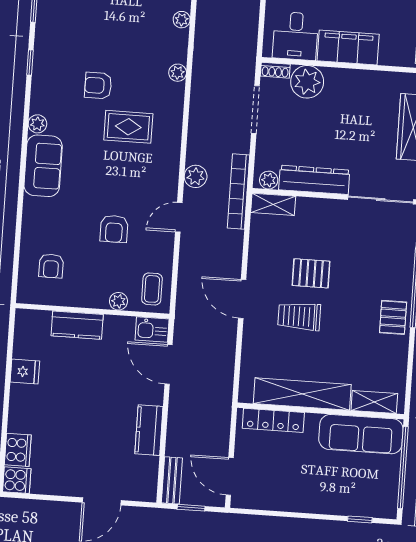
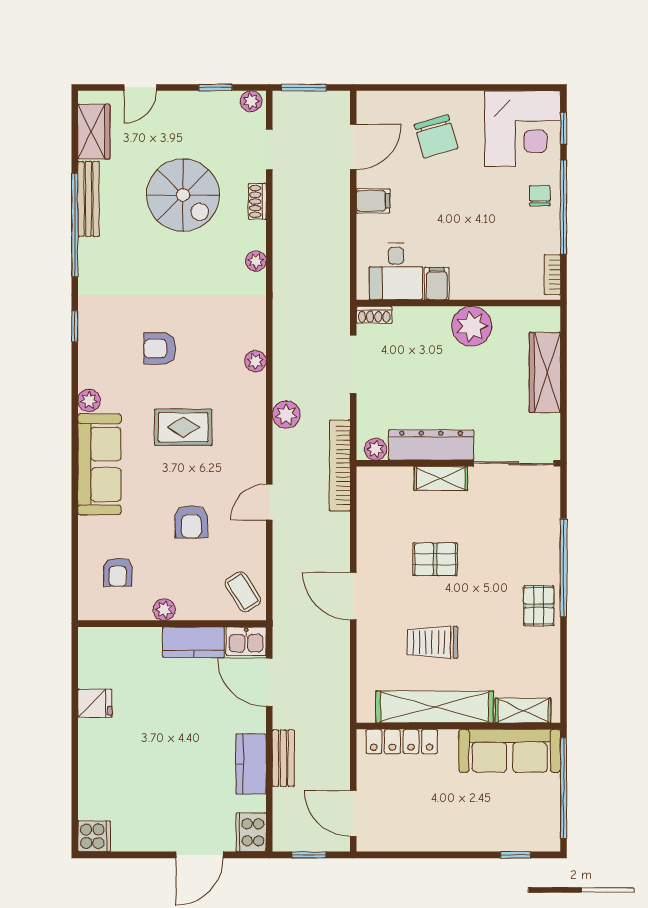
filing cabinet: (348, 48) -> (437, 284), width x0.33, depth x0.86
plant: (178, 73) -> (255, 361), moved
plant: (307, 82) -> (472, 326), moved
rug: (128, 127) -> (183, 427), moved
sofa: (43, 166) -> (99, 464), width x1.36
plant: (196, 176) -> (286, 415), moved
shelving: (273, 204) -> (441, 478), moved
coffee table: (152, 289) -> (243, 592), turned -32
plant: (118, 301) -> (164, 610), moved
trolley: (299, 316) -> (432, 642), moved
kitchen counter: (77, 325) -> (193, 642), moved
cooker: (18, 450) -> (251, 832), moved, turned 180
bench: (172, 480) -> (283, 758), moved

